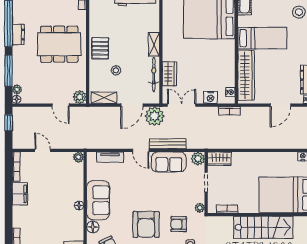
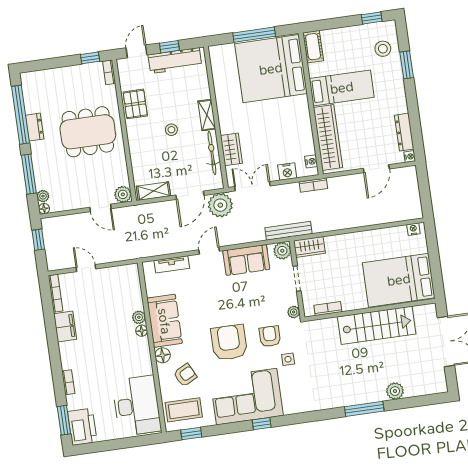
pallet: (100, 48) -> (135, 104), moved
stool: (116, 70) -> (171, 130), moved
bench: (168, 144) -> (289, 231), moved
door: (141, 150) -> (209, 251), swing flipped
plant: (78, 157) -> (139, 317), moved
armchair: (146, 224) -> (229, 343), turned 180
armchair: (179, 224) -> (270, 336), turned 90

